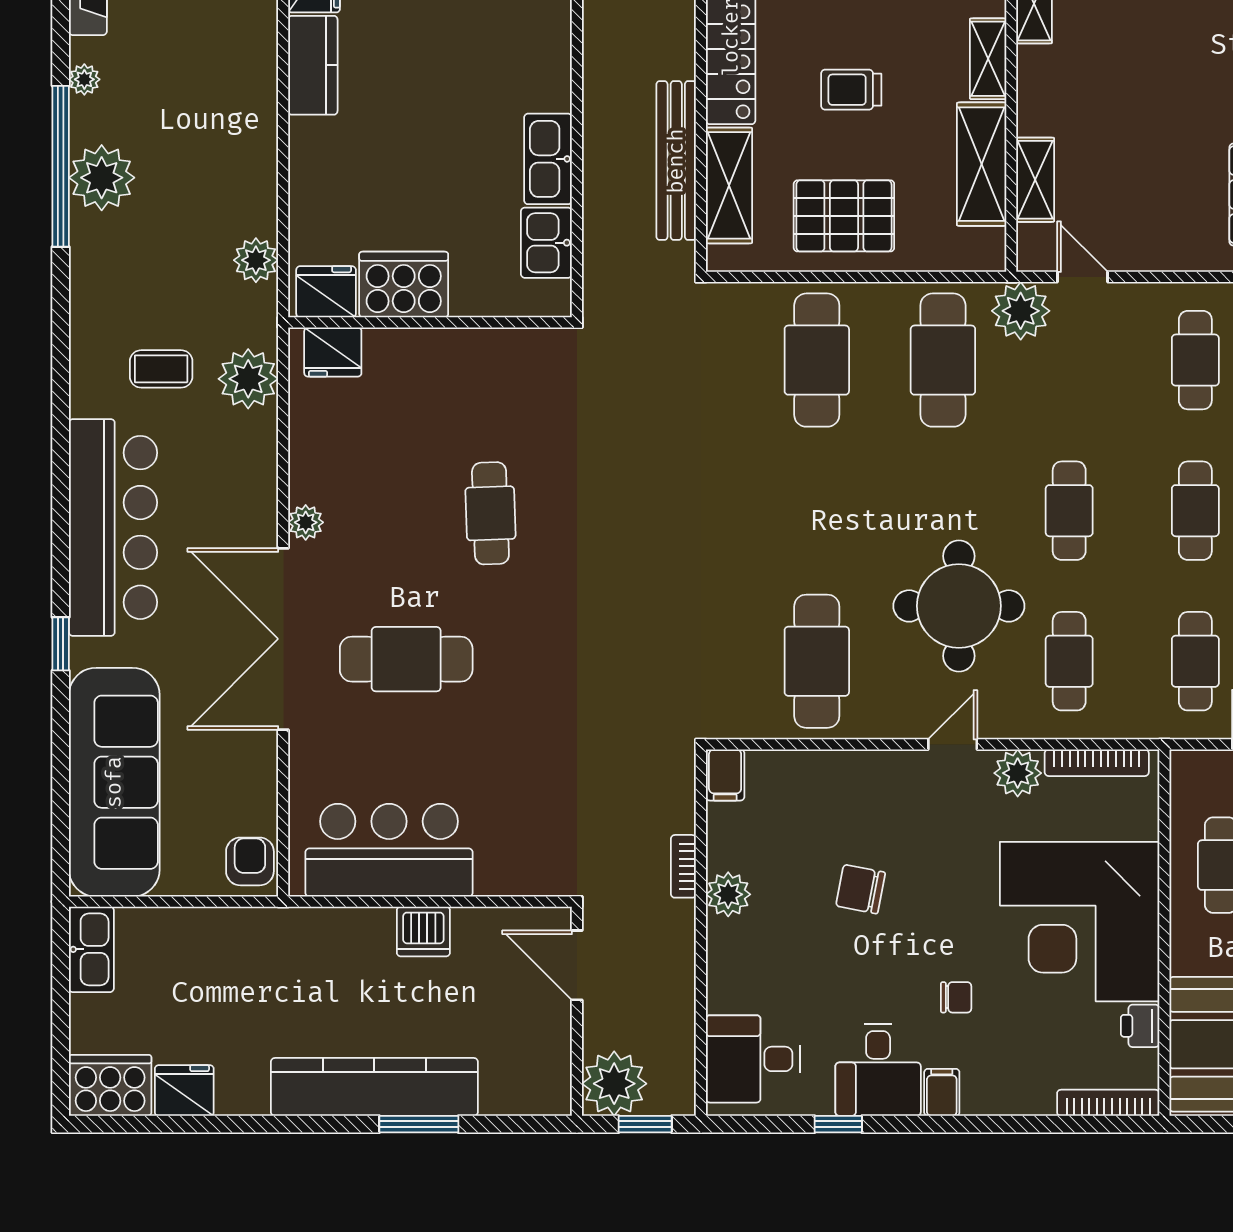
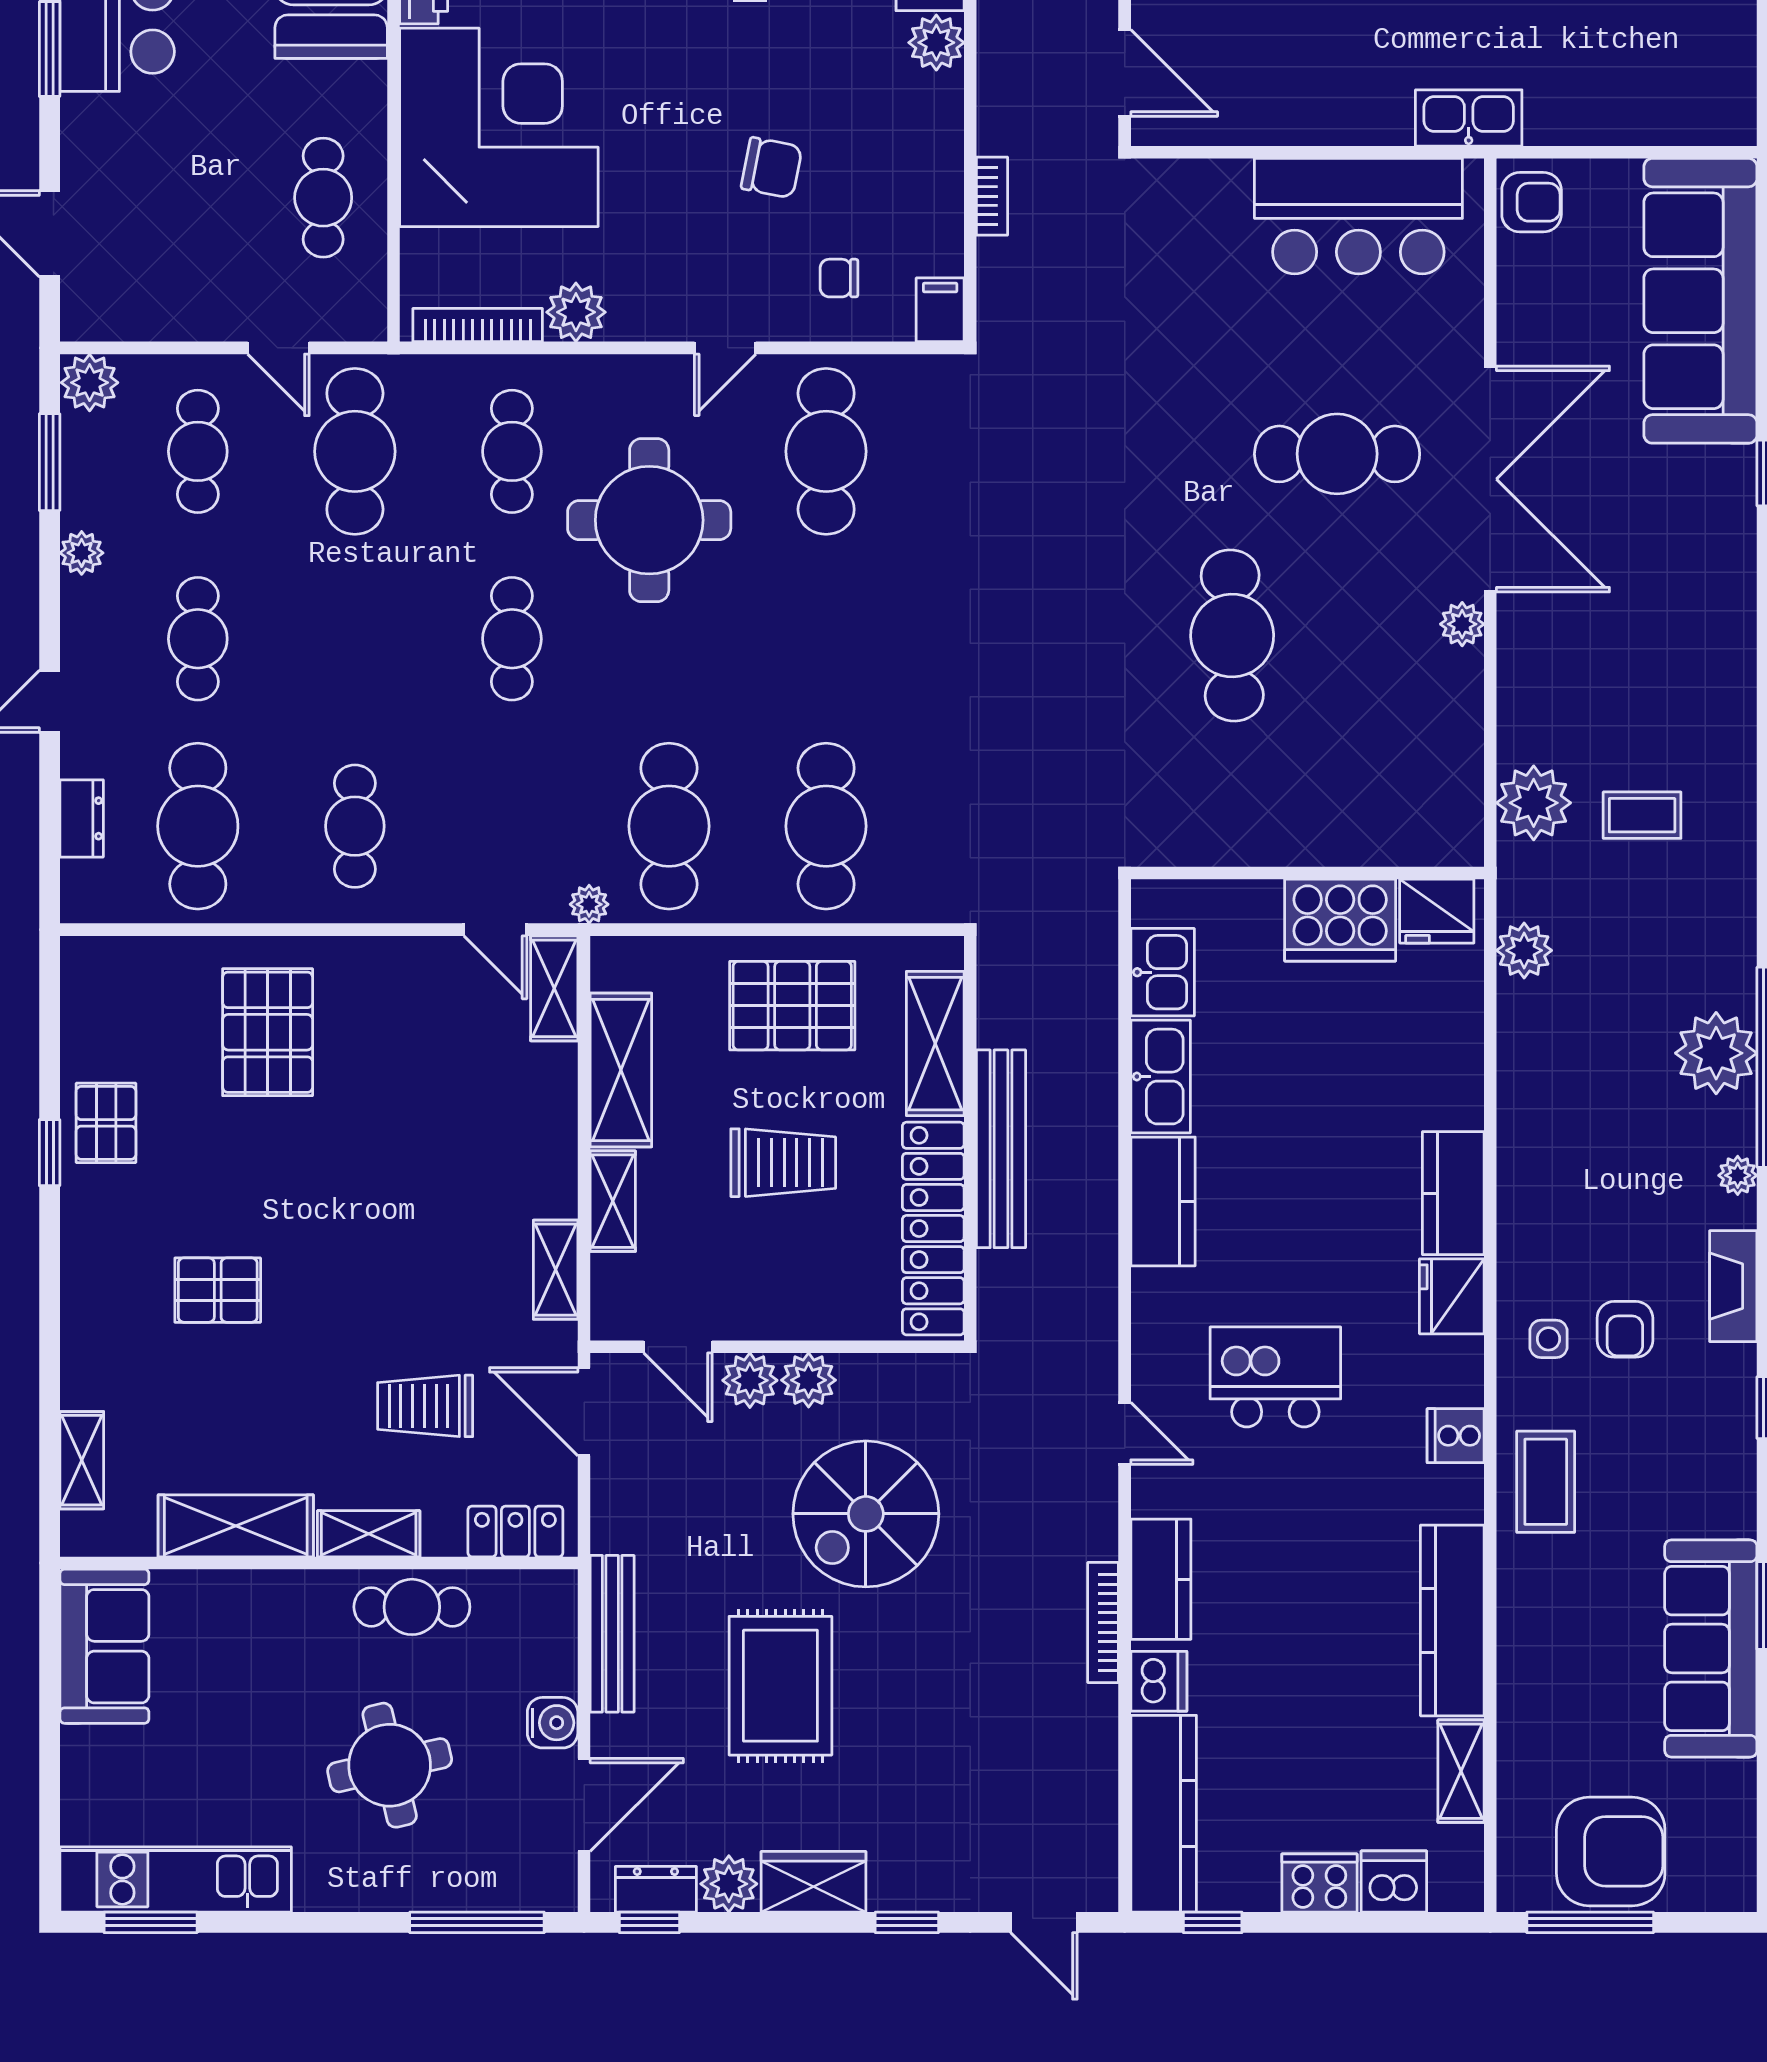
kitchen counter: (546, 59) -> (1163, 1201), added
trolley: (851, 90) -> (783, 1163), width x1.36, depth x1.39
bench: (676, 161) -> (1001, 1149), moved
shelving: (1035, 180) -> (554, 988), moved
plant: (1021, 311) -> (589, 904), width x0.53, depth x0.53
fridge: (333, 352) -> (1428, 836), removed
cafe table: (1195, 511) -> (355, 639), removed
cafe table: (490, 513) -> (1232, 635), width x1.37, depth x1.35
bar counter: (113, 527) -> (1702, 618), removed
cafe table: (1195, 661) -> (355, 451), width x1.37, depth x1.35
door: (953, 744) -> (725, 348), moved
armchair: (250, 861) -> (1532, 202), turned -90
plant: (728, 894) -> (936, 43), moved
dishwasher: (423, 931) -> (1316, 115), removed
kitchen sink: (91, 949) -> (1469, 118), moved, turned 90
chair: (956, 997) -> (839, 278), moved

